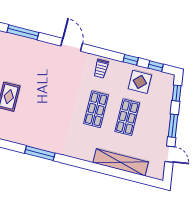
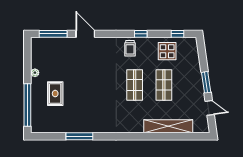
door: (72, 45) -> (85, 34), moved
window: (131, 60) -> (141, 34), moved
window: (177, 93) -> (202, 53), removed
window: (40, 153) -> (79, 136), moved

